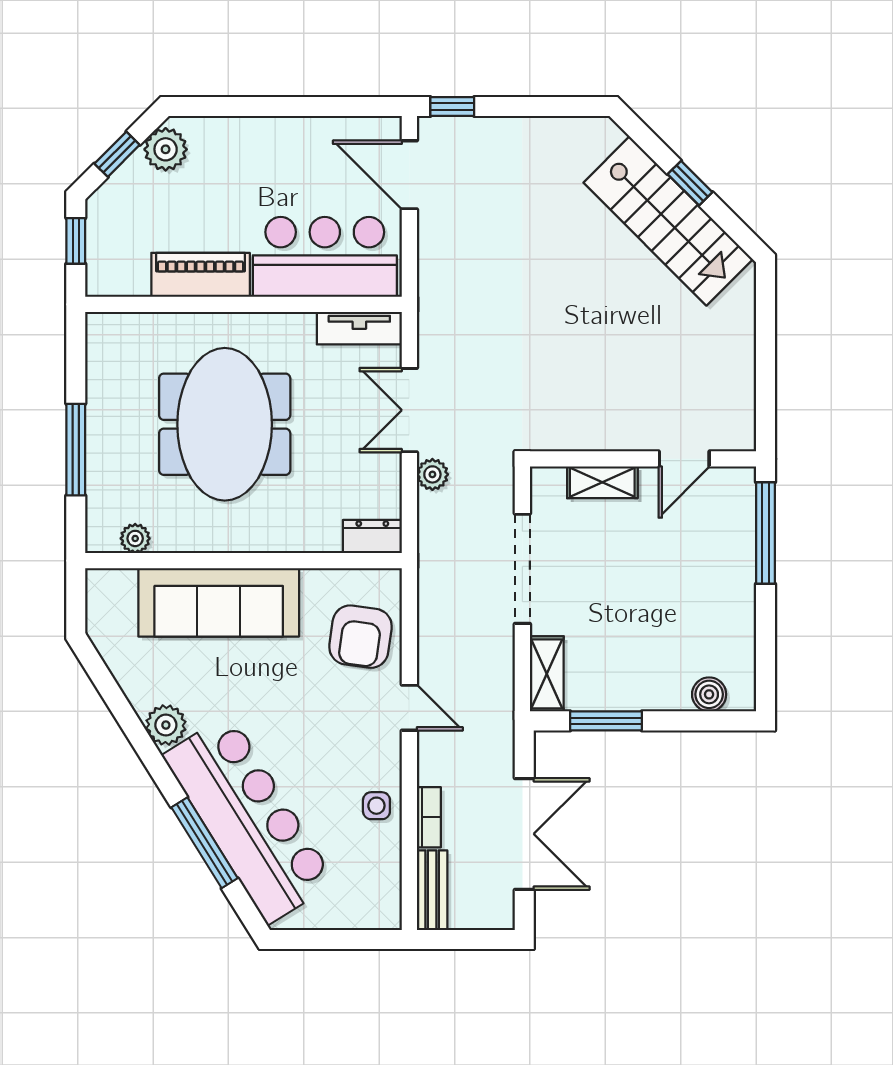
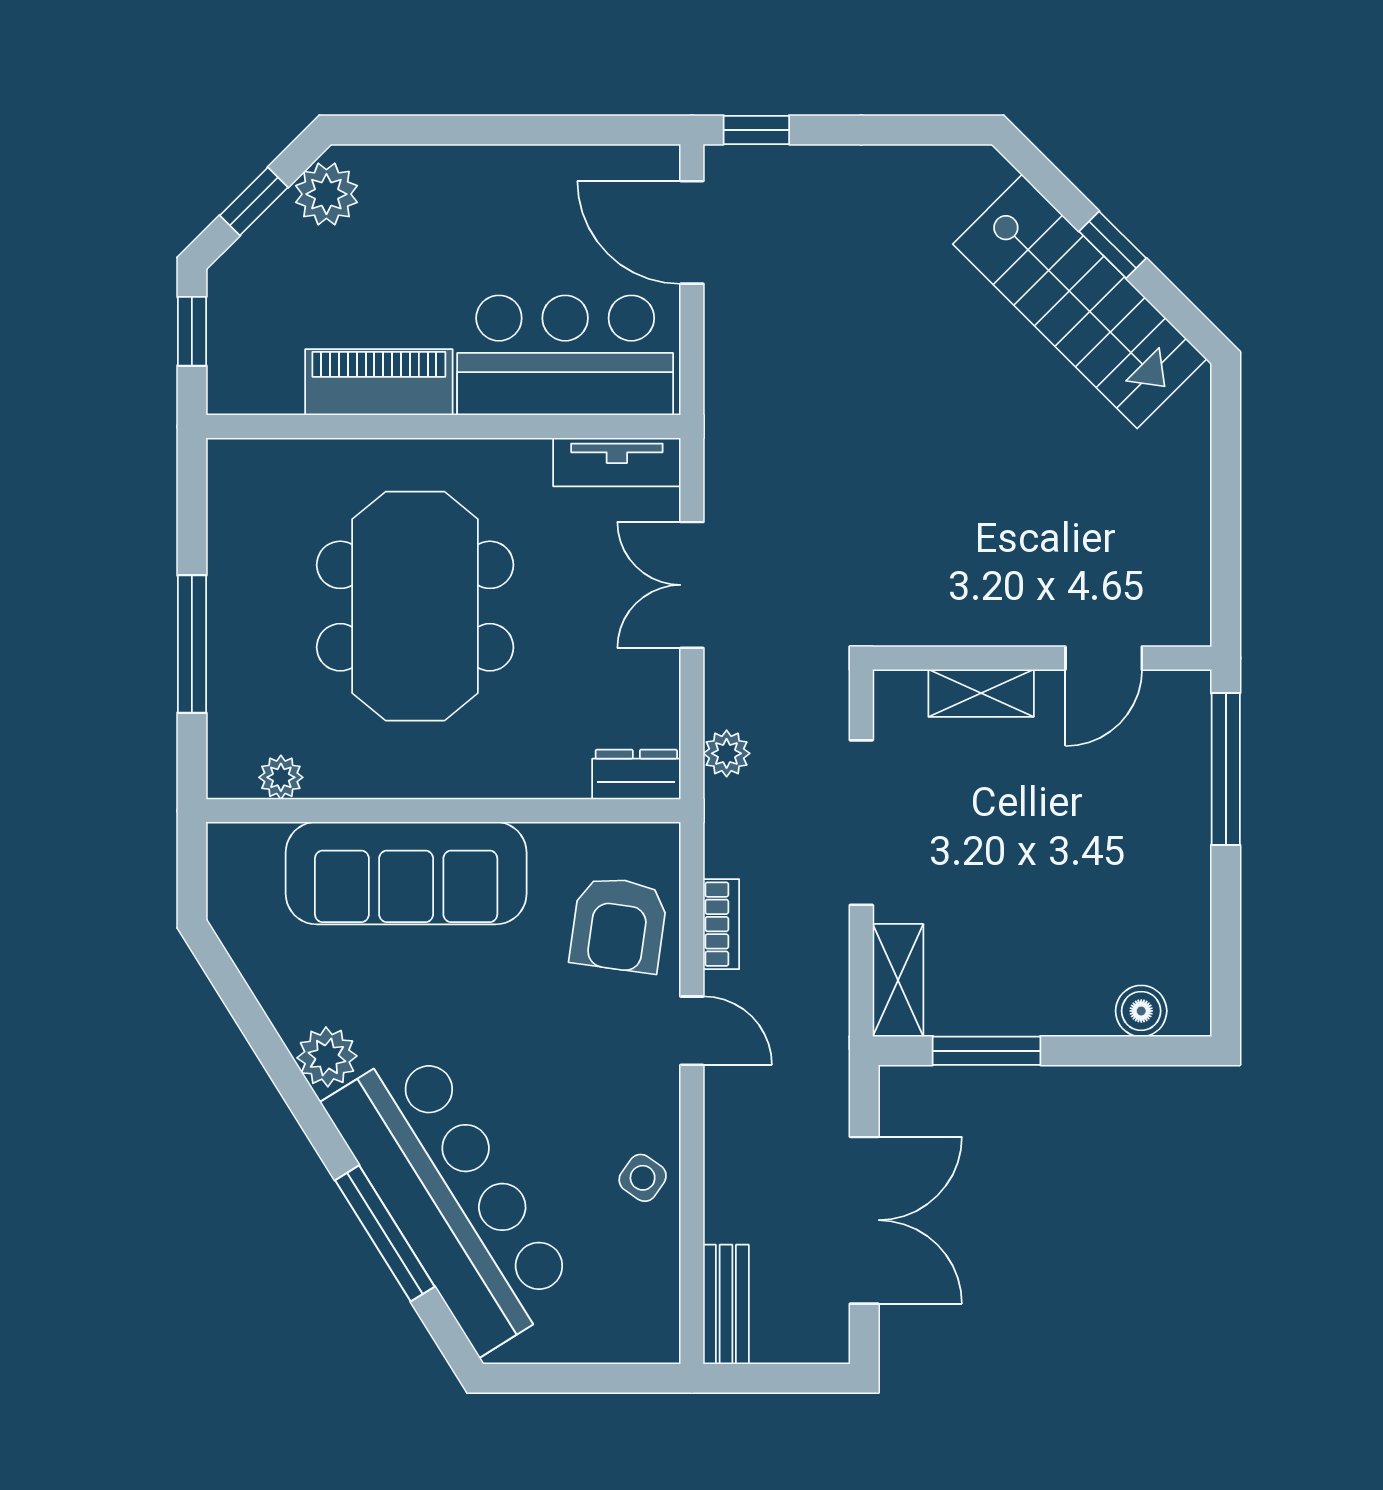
plant: (432, 474) -> (727, 753), moved
side table: (376, 806) -> (643, 1178), turned 35
bookcase: (429, 817) -> (721, 924), moved

